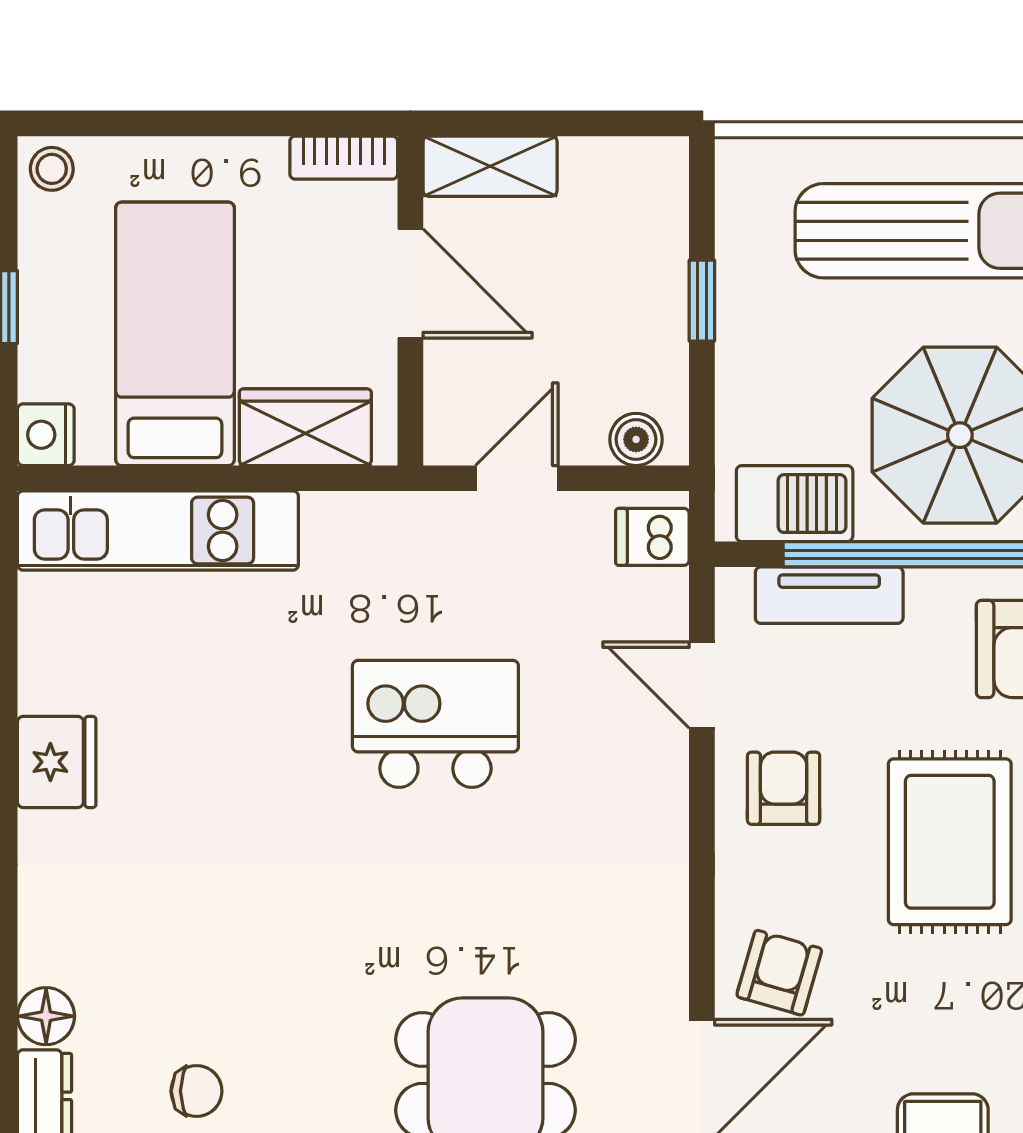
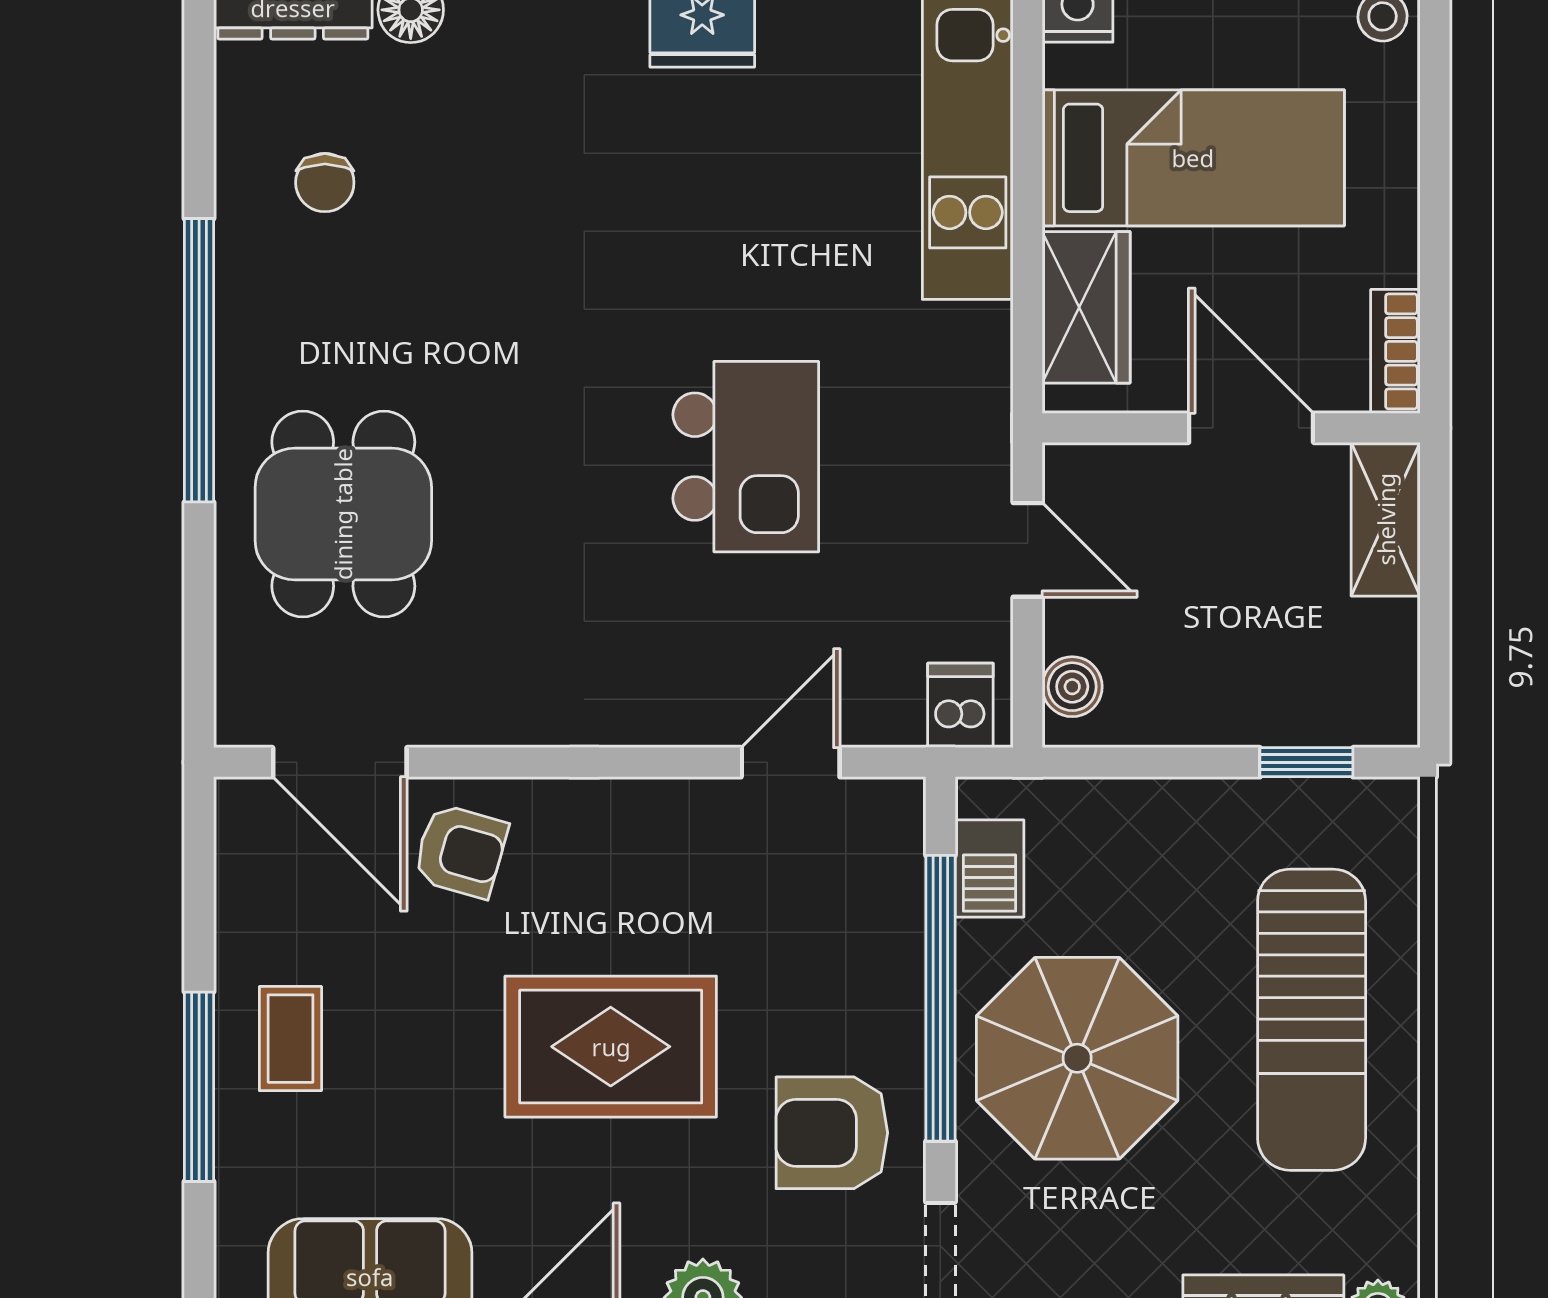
door: (410, 283) -> (1251, 428), swing flipped
window: (702, 301) -> (1306, 762), moved
barbecue: (795, 504) -> (989, 868), width x0.73, depth x0.79
tv unit: (829, 595) -> (894, 908), removed
armchair: (784, 788) -> (672, 856), removed

